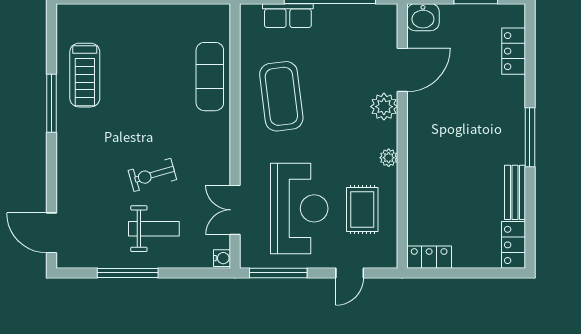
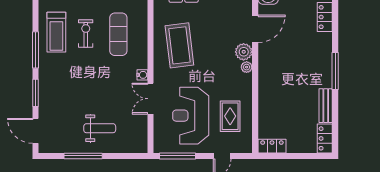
exercise mat: (210, 77) -> (118, 34), moved
plant: (389, 158) -> (247, 67), moved
window: (51, 172) -> (36, 93), added
exercise bike: (152, 175) -> (86, 34), moved, turned 106
reception desk: (299, 208) -> (191, 116), turned 180
double door: (235, 210) -> (150, 99), moved
water cooler: (222, 258) -> (142, 75), moved

